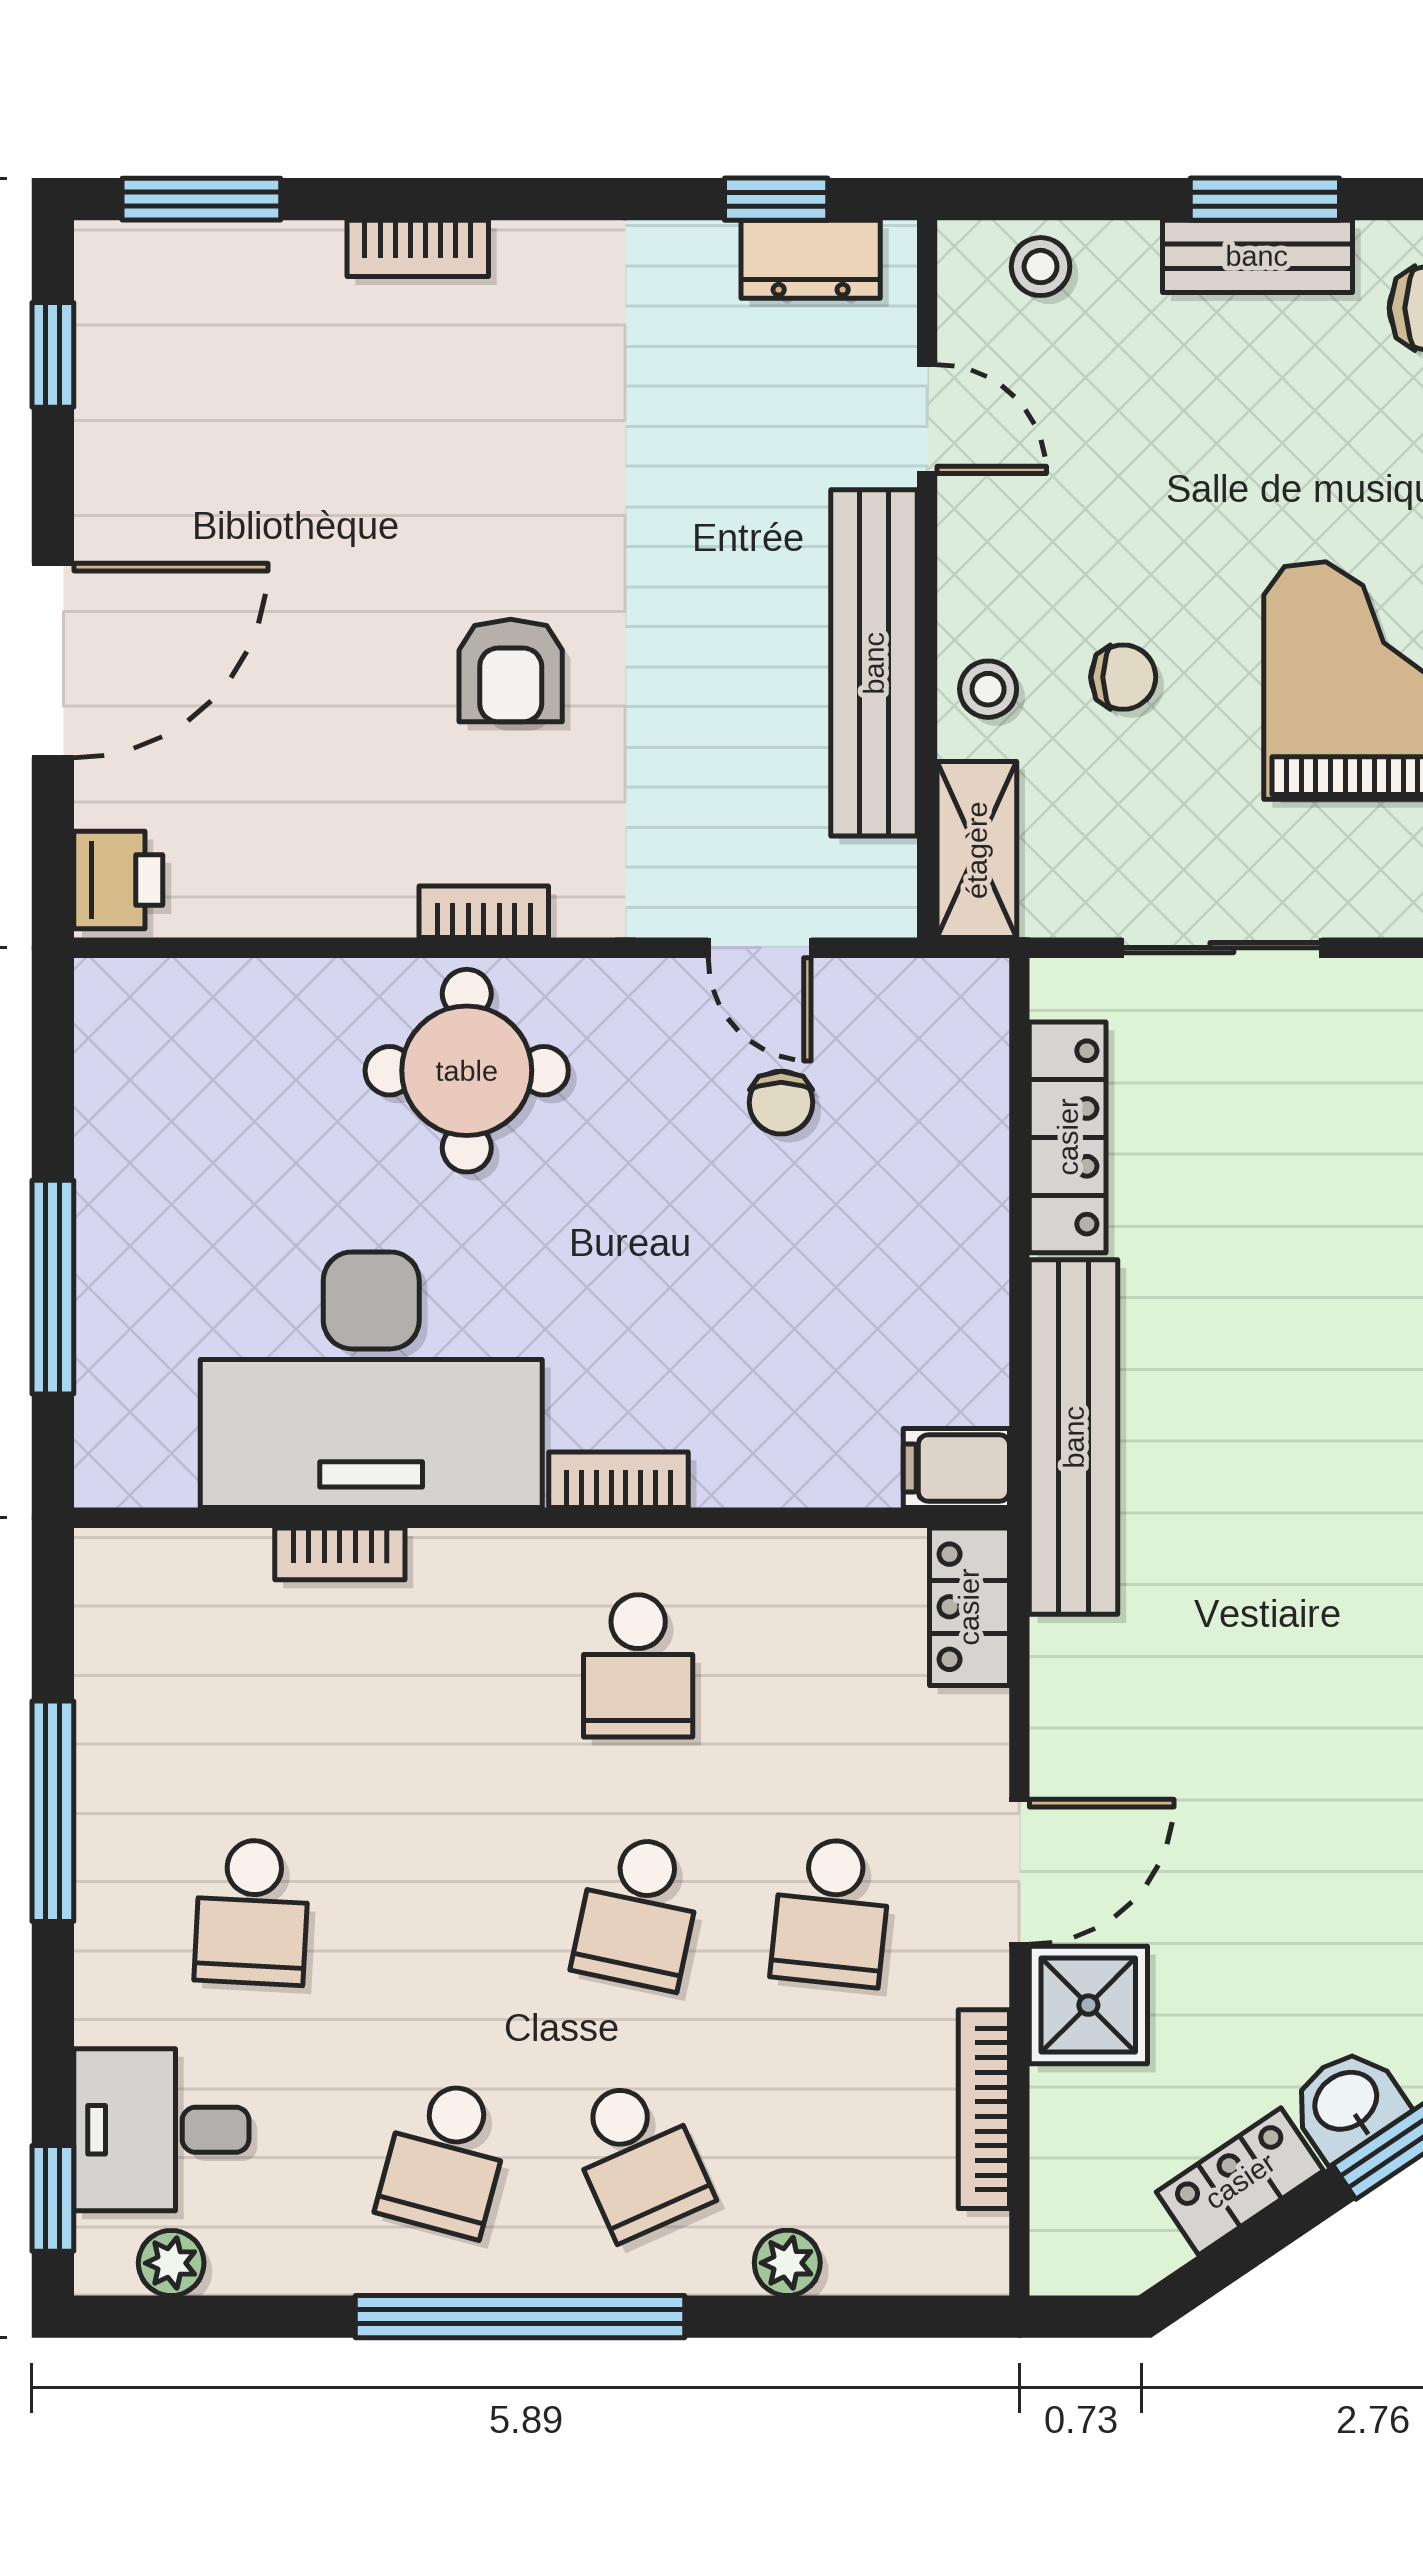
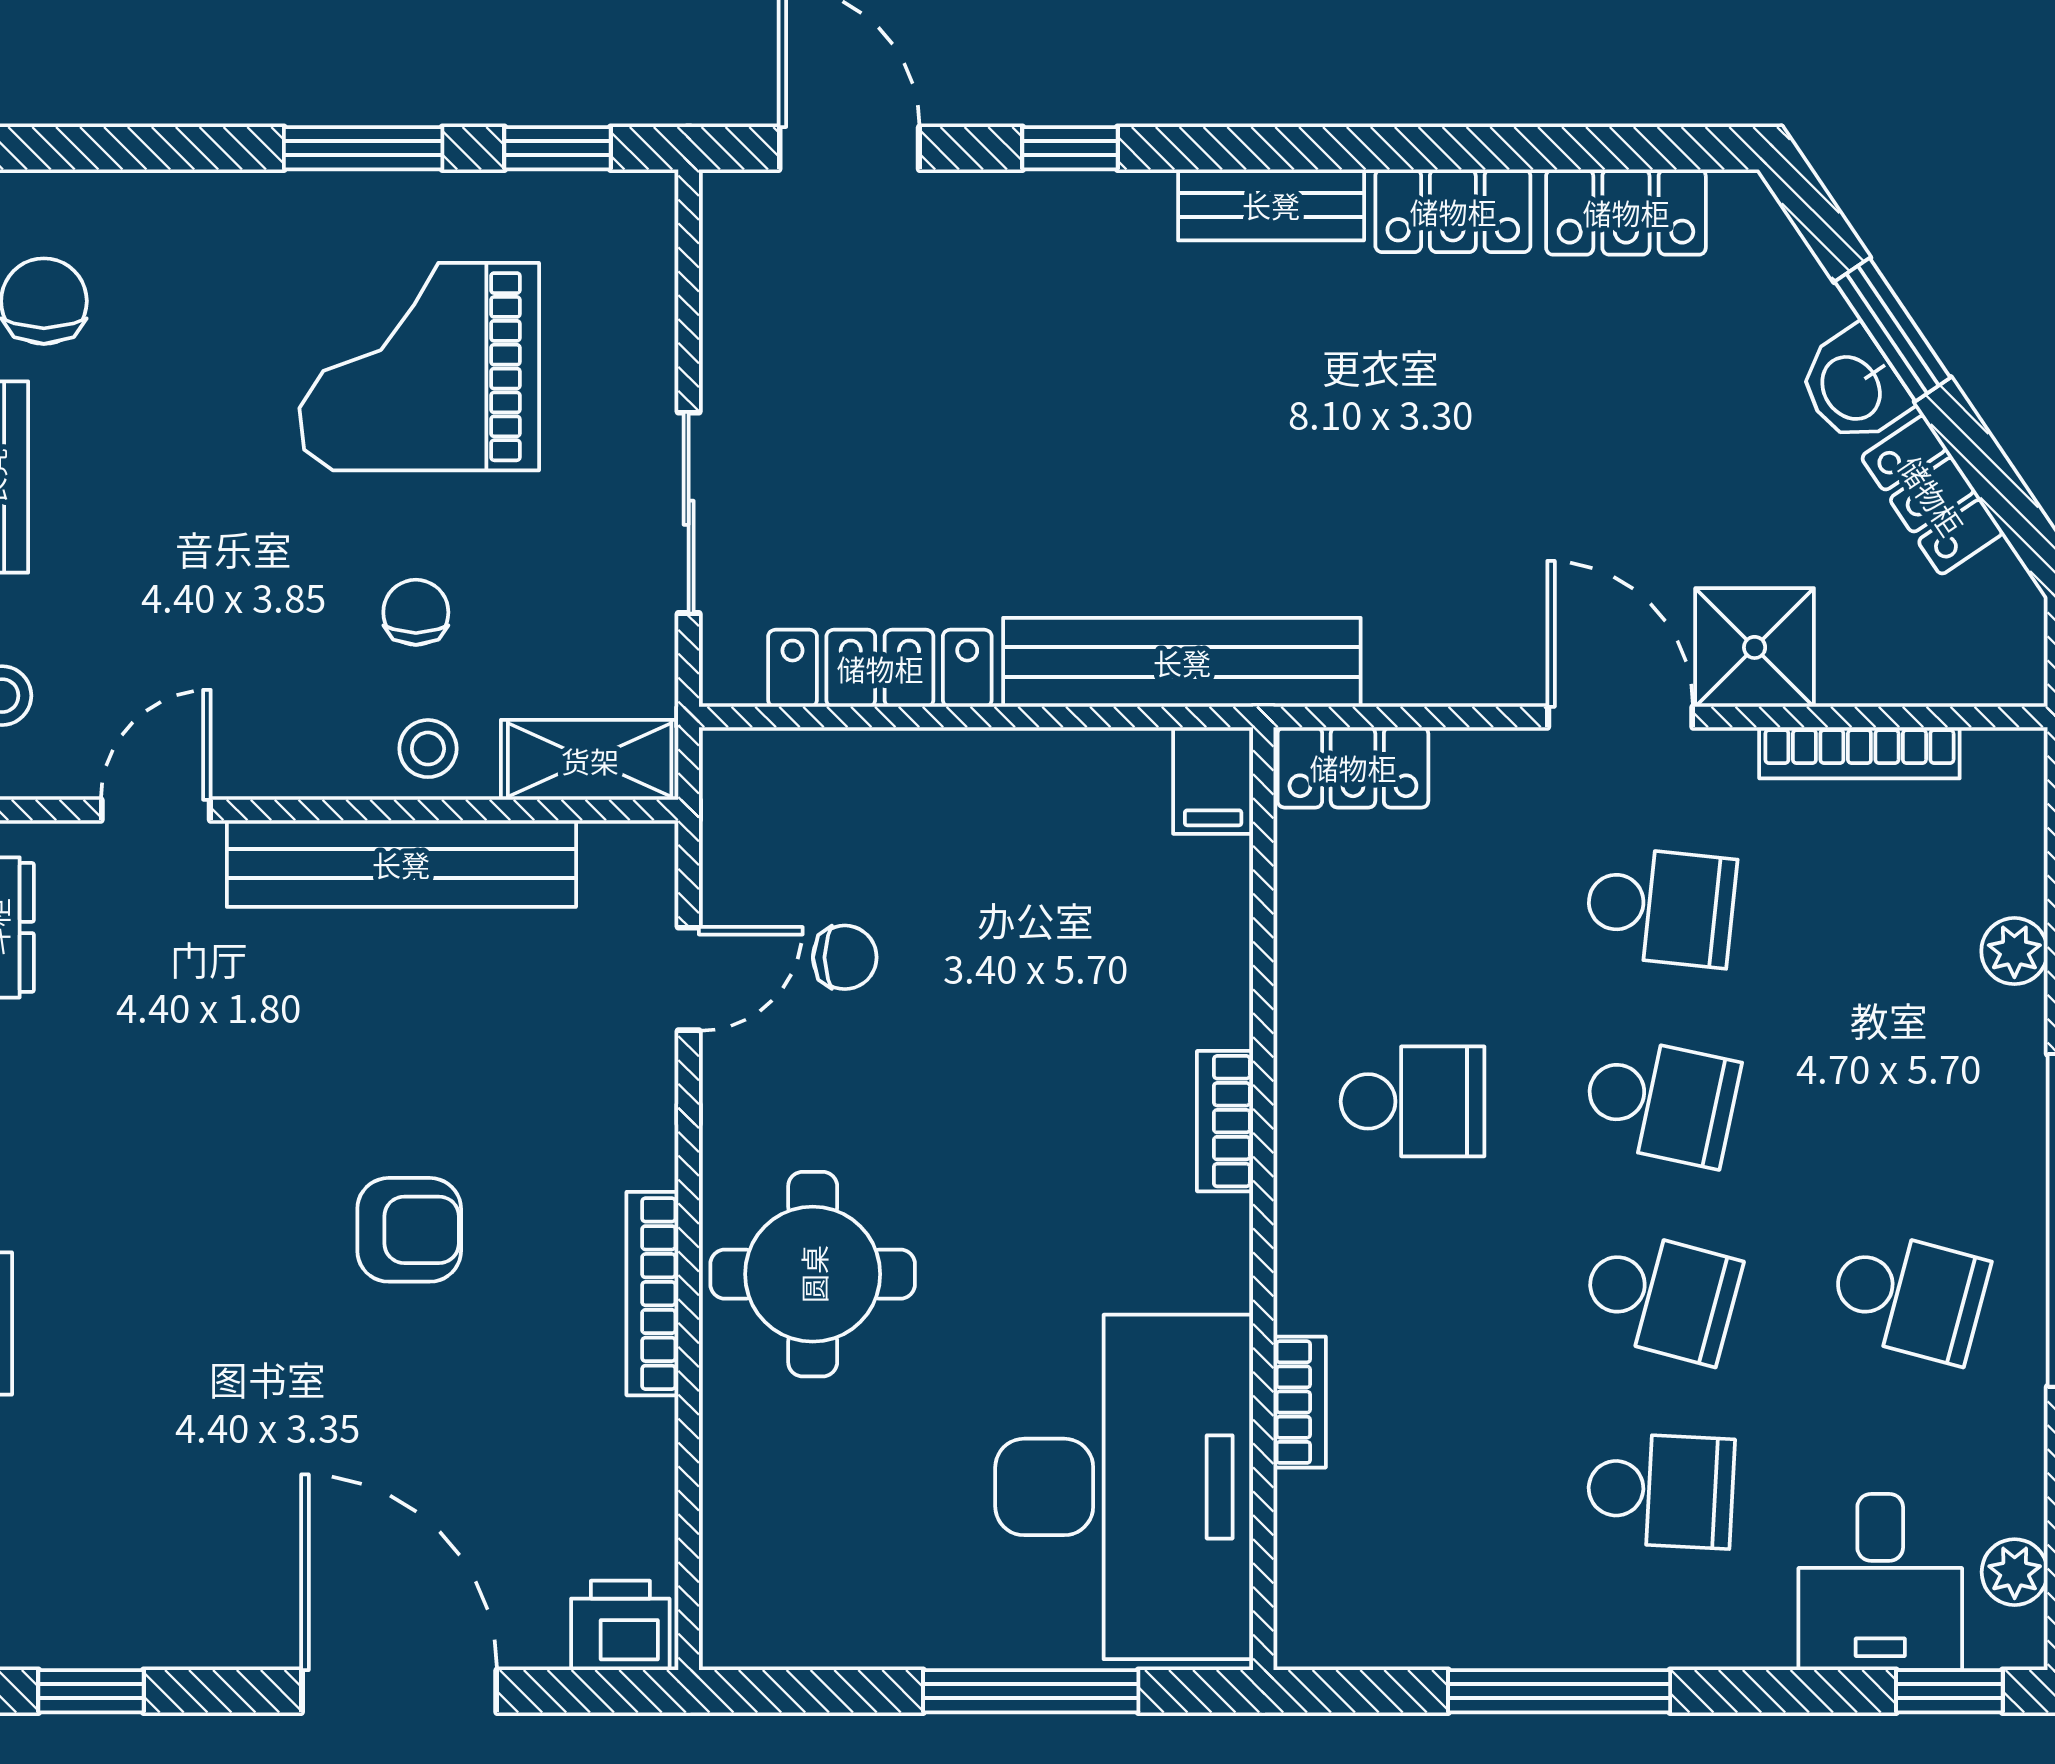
bookcase: (484, 912) -> (652, 1294), width x1.56
desk: (371, 1380) -> (1124, 1487), moved
school desk: (638, 2158) -> (1660, 1296), moved, turned 39

